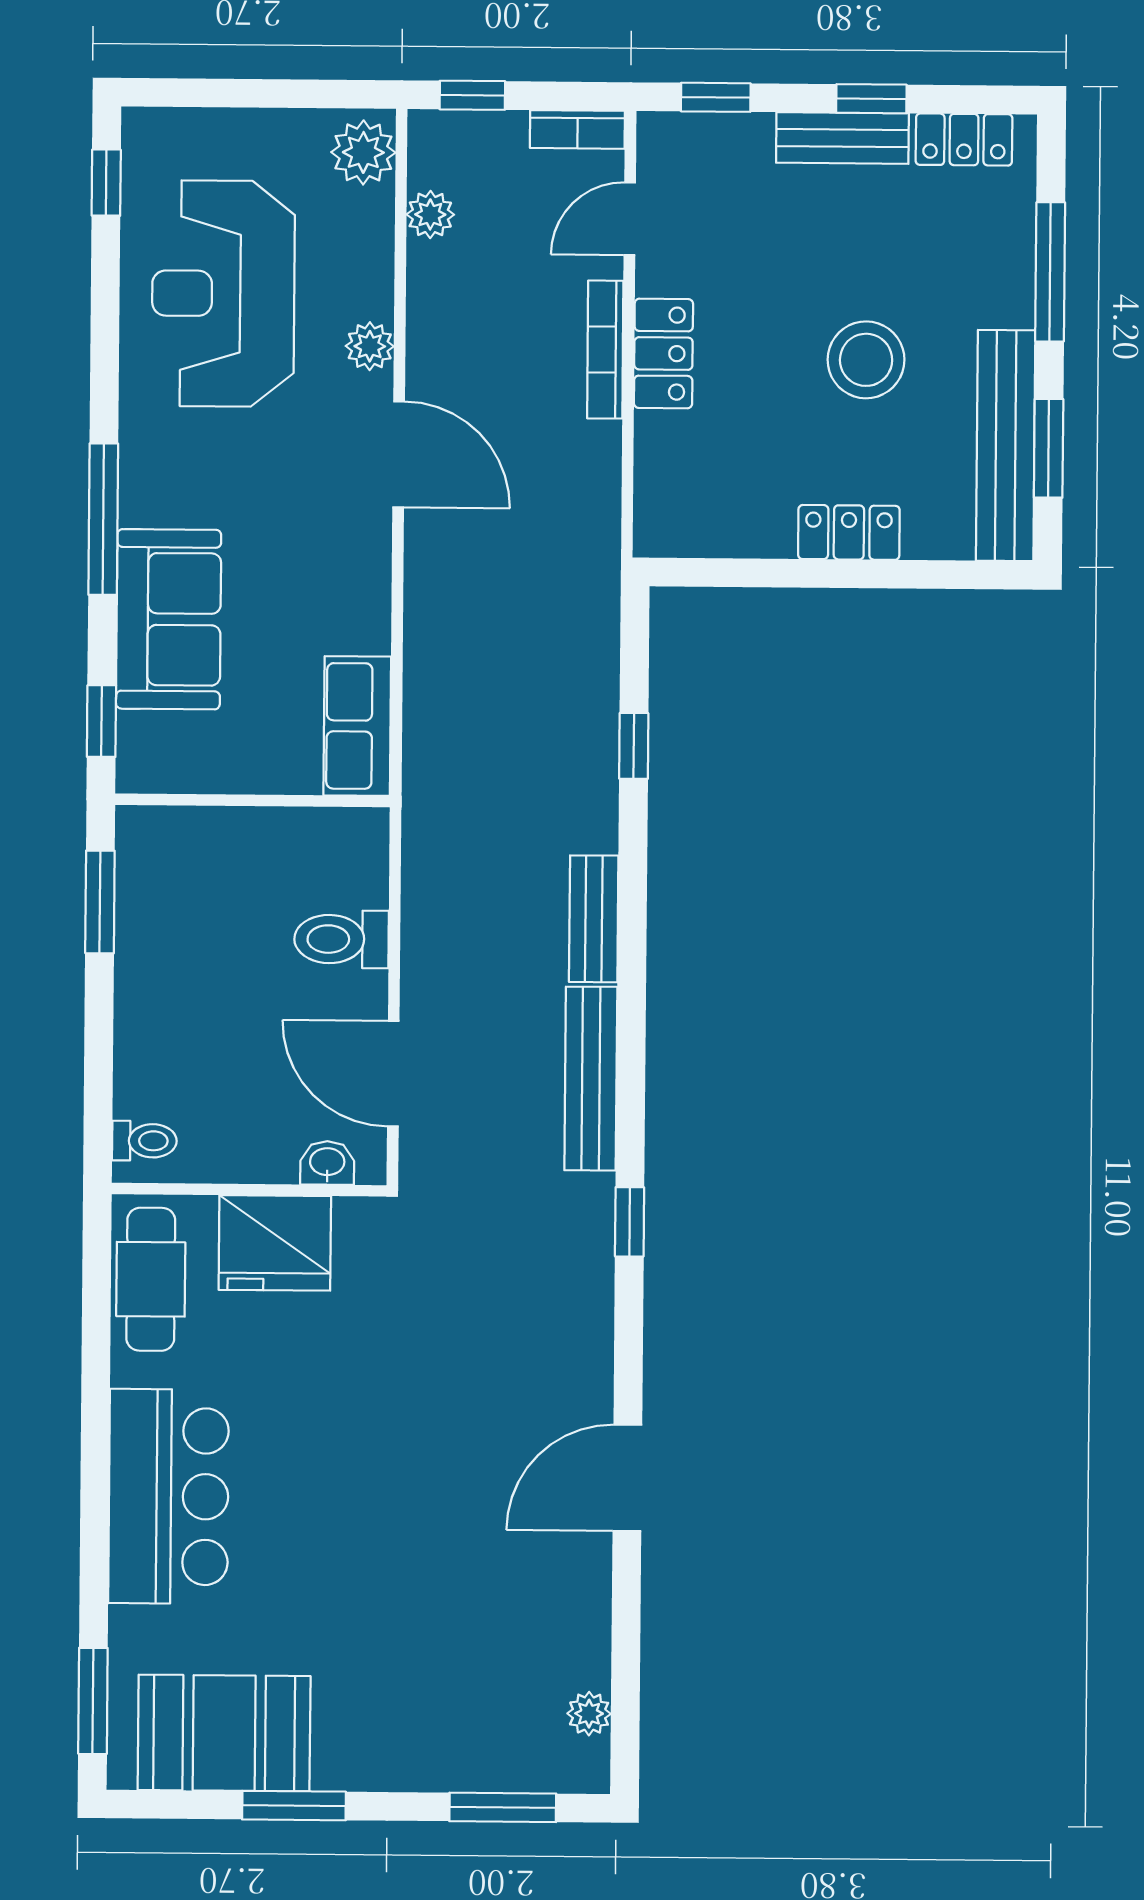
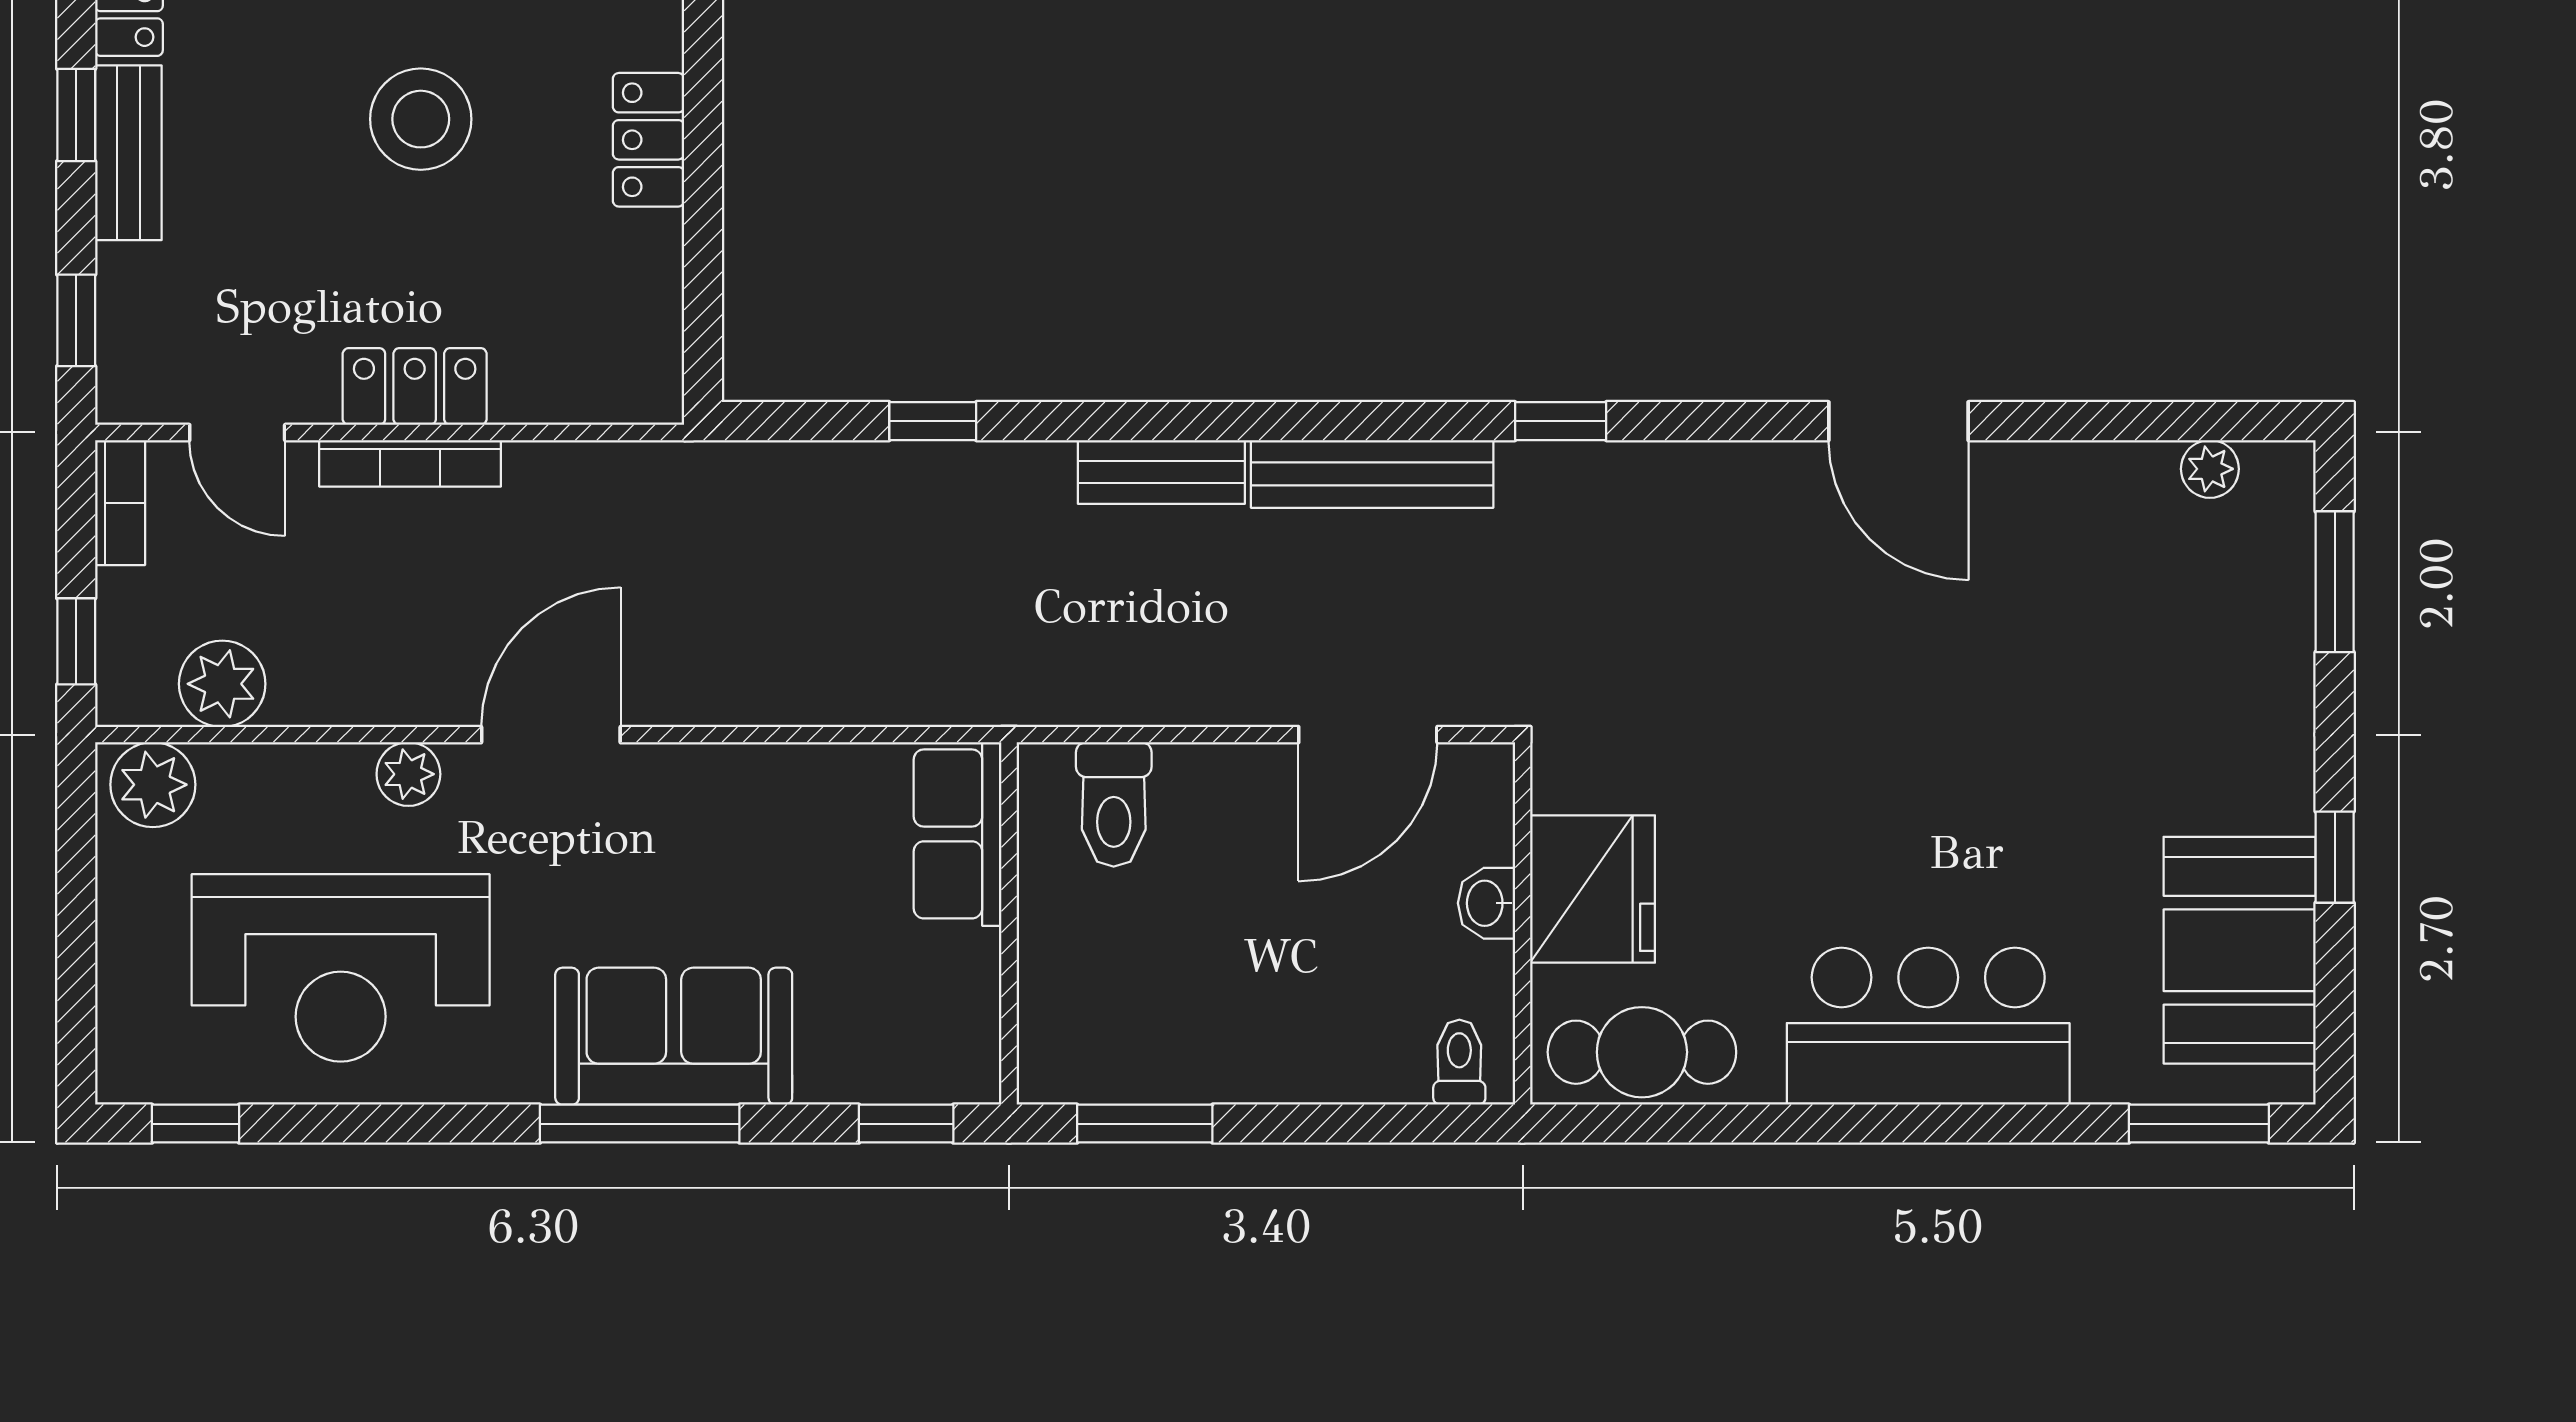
plant: (430, 214) -> (222, 684), width x1.38, depth x1.38
sofa: (169, 619) -> (674, 1036), moved
row of seats: (357, 726) -> (958, 834), moved, turned 90
toilet: (342, 939) -> (1114, 804), moved
washbasin: (327, 1163) -> (1486, 903), moved
window: (294, 1806) -> (2335, 857), width x0.67

